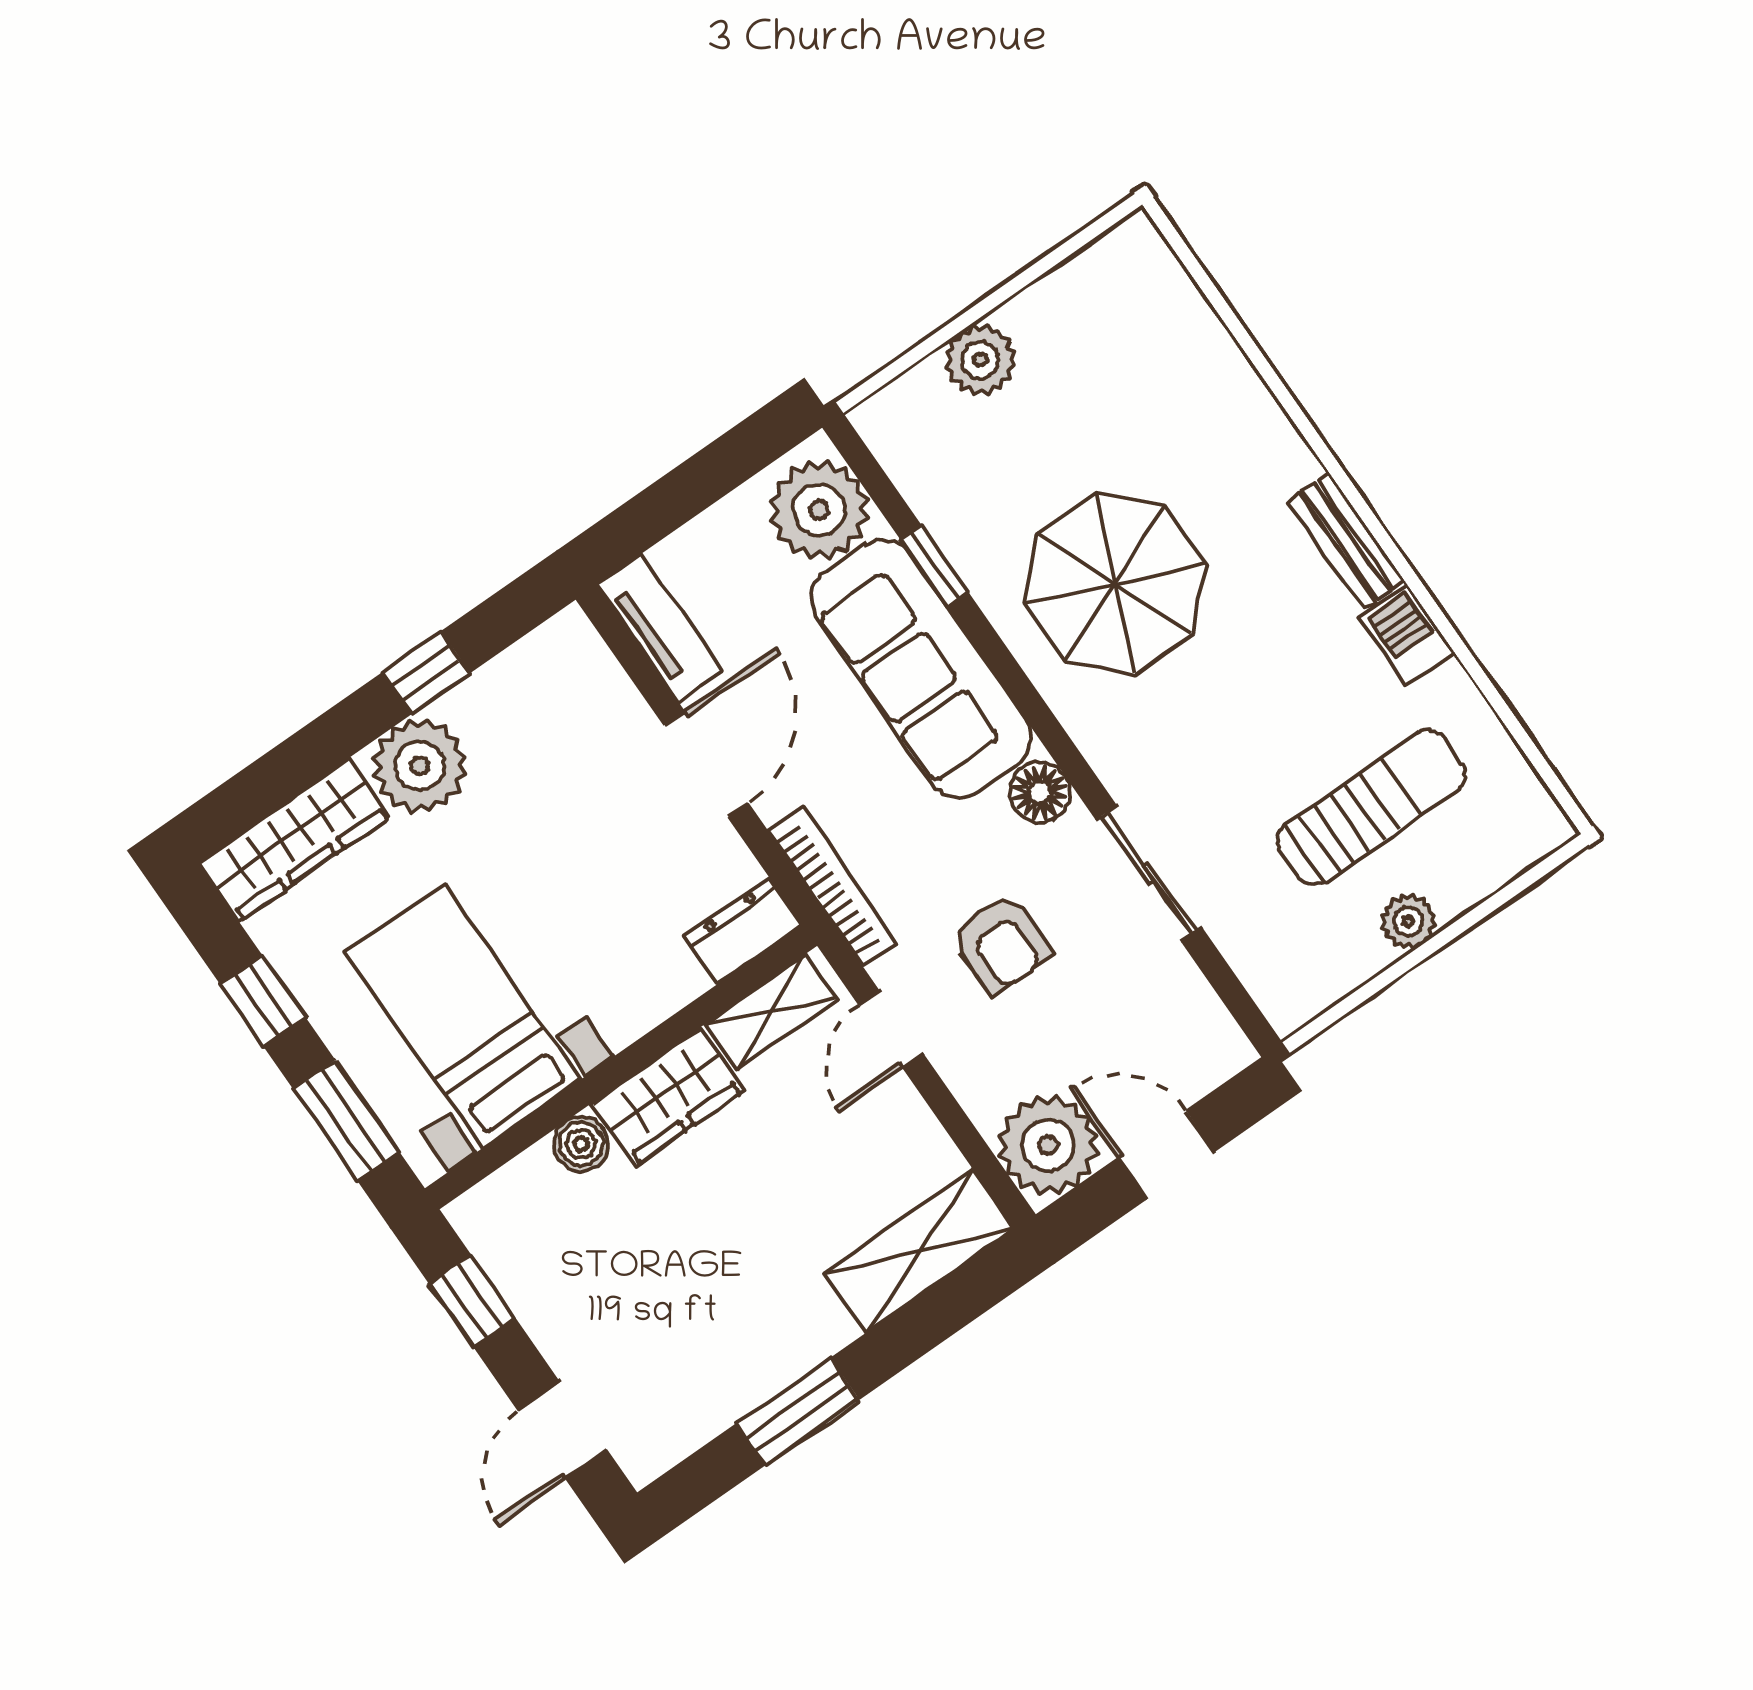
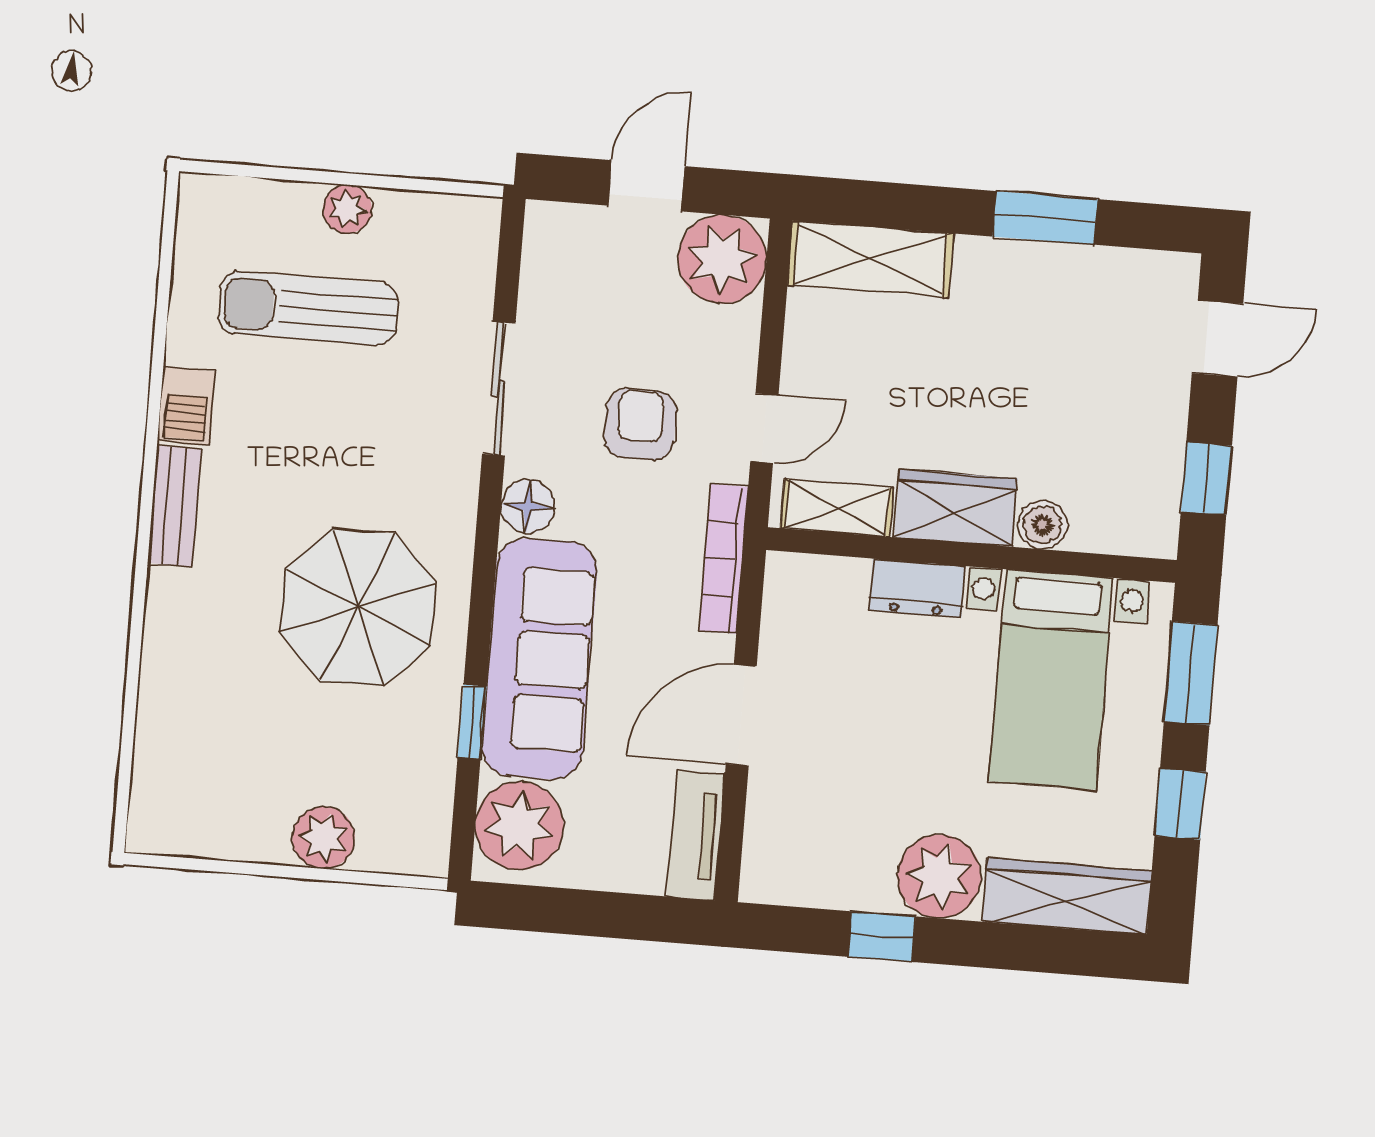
dresser: (743, 931) -> (917, 588), moved
door: (1166, 1155) -> (646, 186), swing flipped

